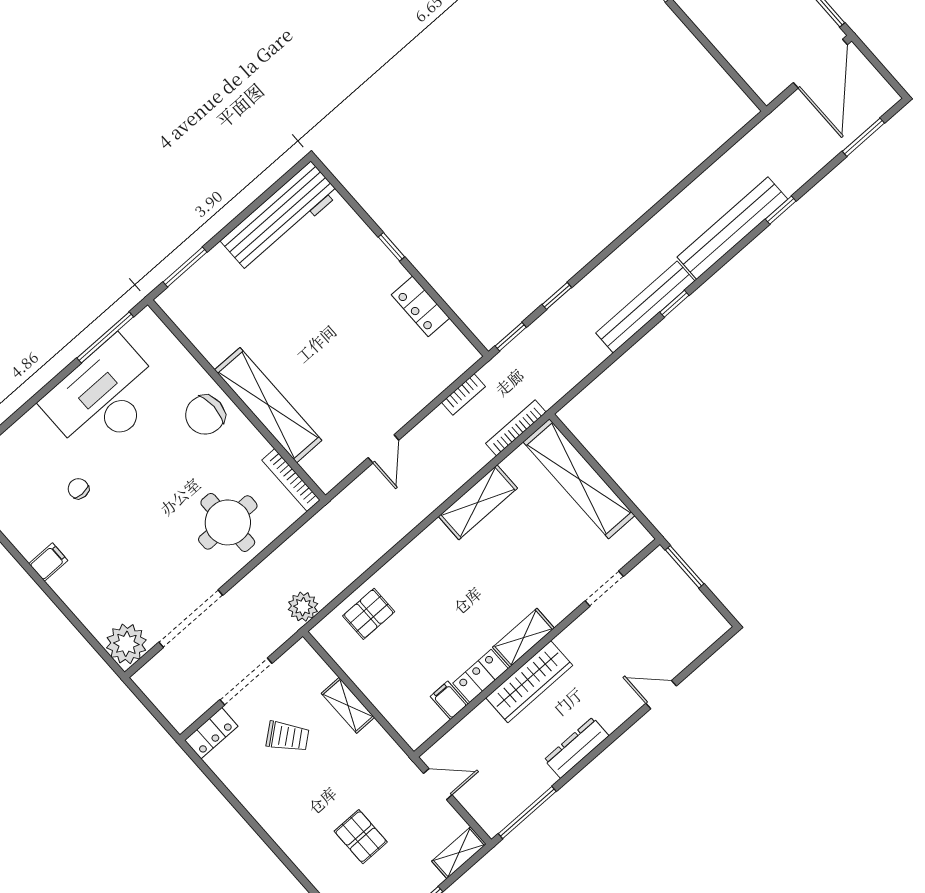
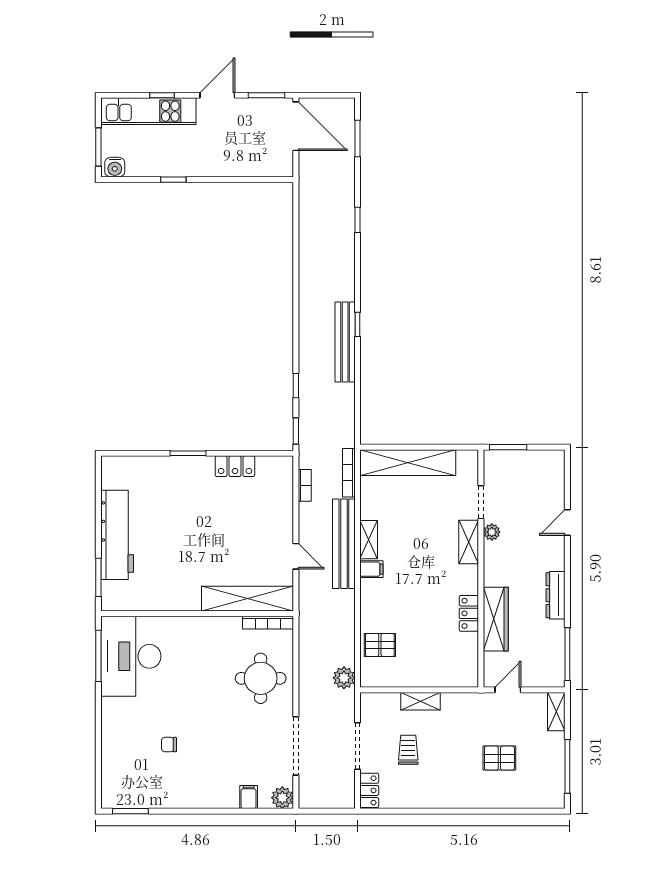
workbench: (280, 217) -> (117, 535), moved
bench: (732, 228) -> (344, 544), moved
window: (391, 247) -> (188, 453), width x1.50
desk: (104, 397) -> (131, 656), moved
shelving: (268, 405) -> (248, 599), moved
chair: (205, 415) -> (190, 638), removed
shelving: (478, 502) -> (369, 540), width x0.67, depth x0.75
filing cabinet: (48, 562) -> (249, 797), moved
pallet: (369, 614) -> (380, 645), turned 90
plant: (584, 626) -> (492, 532), added
shelving: (523, 638) -> (469, 542), moved
plant: (126, 644) -> (282, 798), width x0.73, depth x0.73
wardrobe: (529, 682) -> (496, 619), moved
filing cabinet: (449, 700) -> (371, 569), moved, turned 180
trolley: (288, 737) -> (408, 750), turned -51

